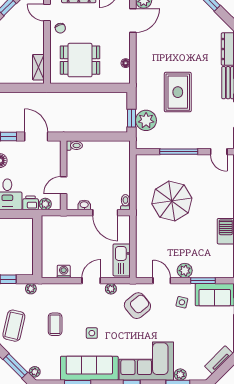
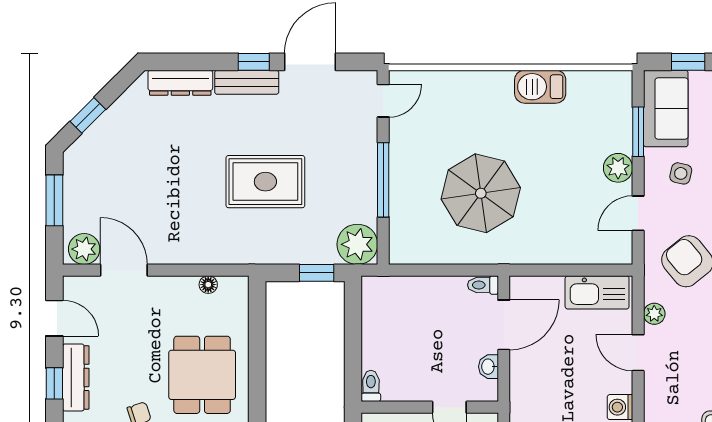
plant: (146, 120) -> (357, 244), moved

